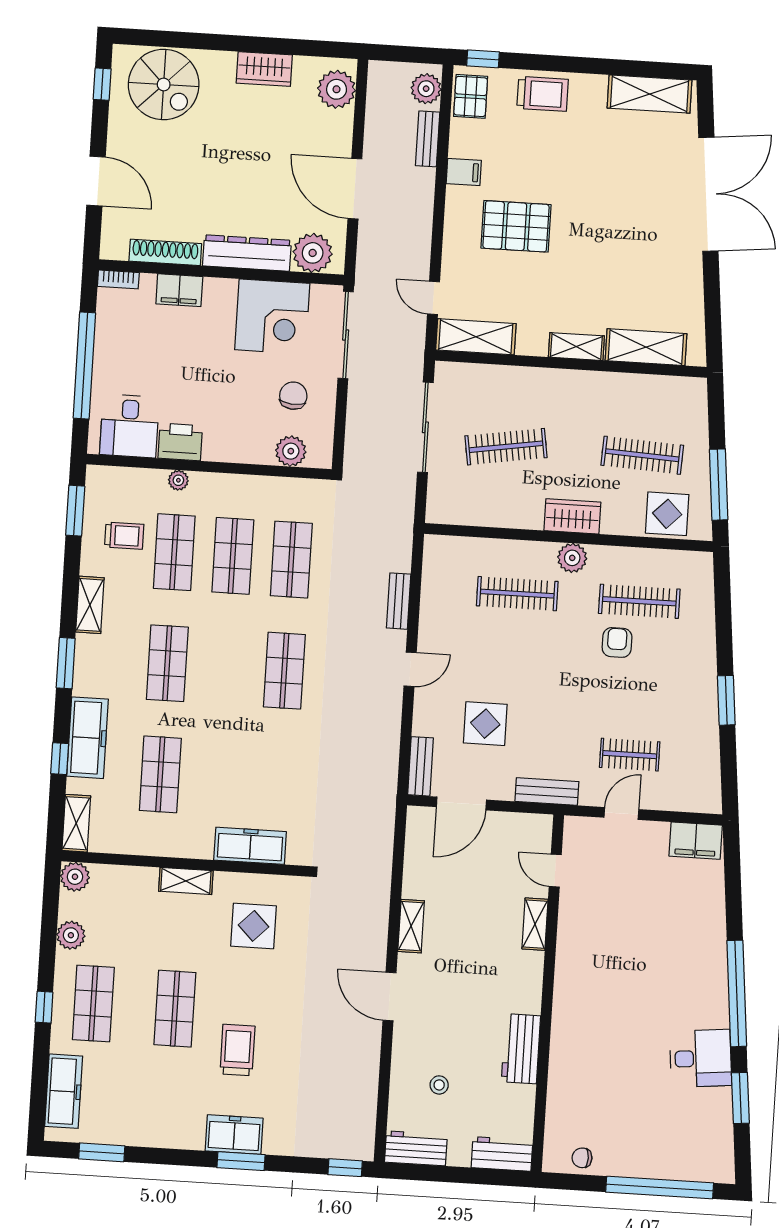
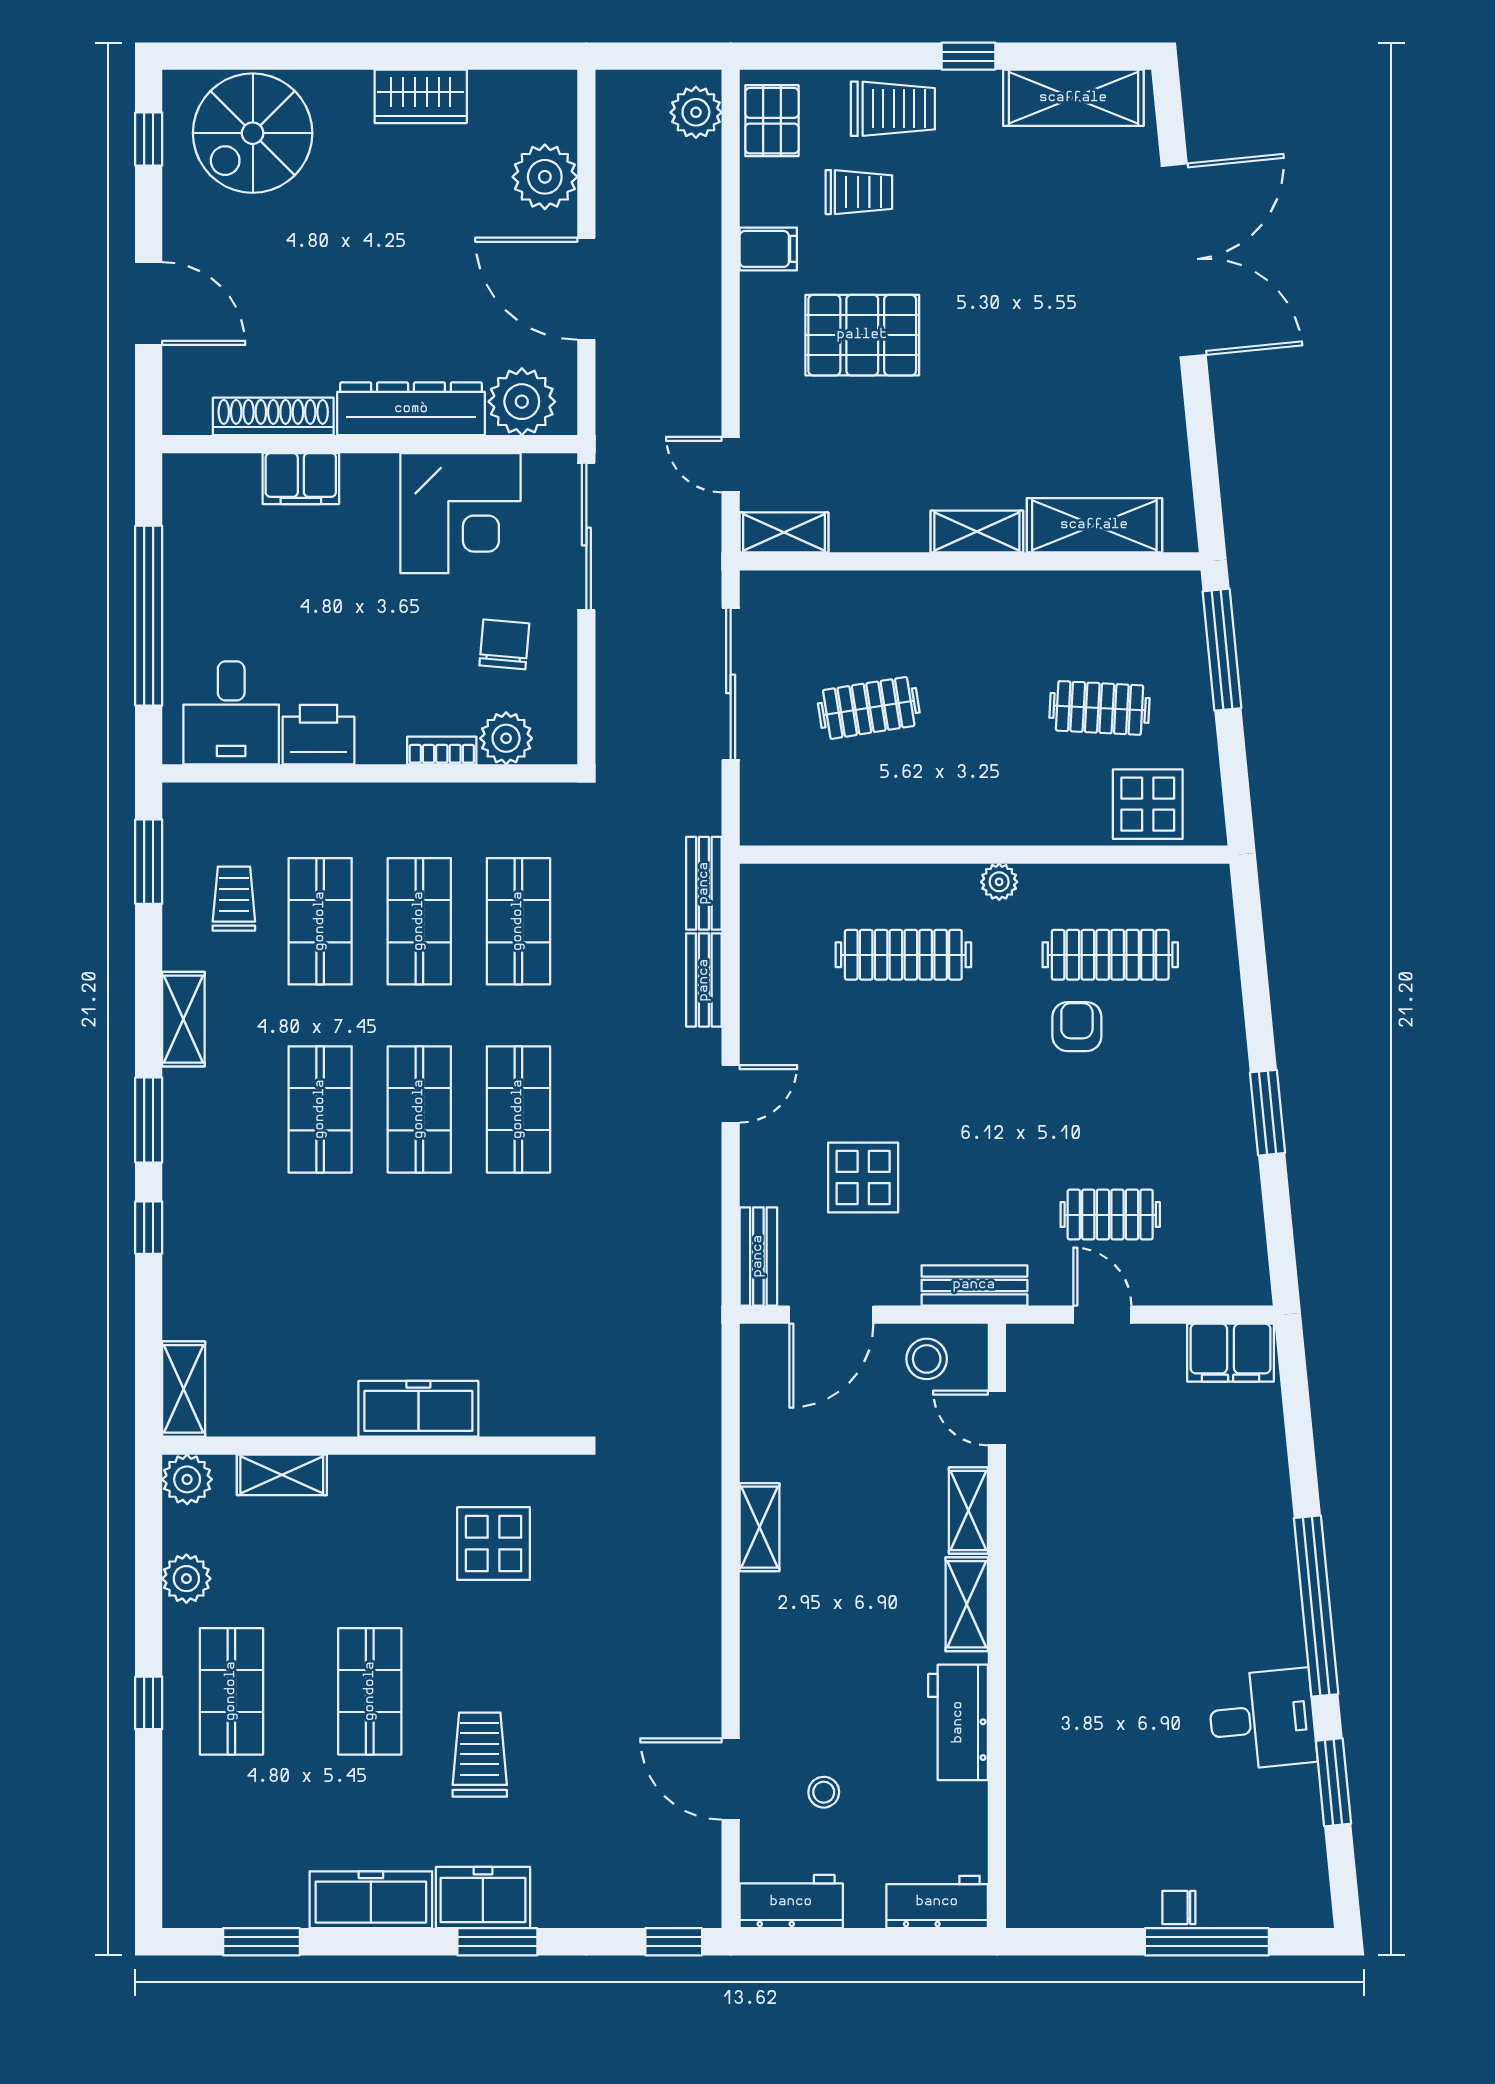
window: (483, 59) -> (968, 56), moved
spiral stairs: (164, 85) -> (253, 133), turned 90
plant: (337, 89) -> (545, 177), moved
bench: (428, 139) -> (704, 883), moved
trolley: (519, 142) -> (859, 192), added
bookcase: (118, 279) -> (442, 750), moved, turned 180
shelving: (476, 337) -> (784, 532), width x0.67, depth x0.75
clothes rail: (506, 447) -> (869, 708), width x0.73
clothes rail: (642, 455) -> (1100, 708), width x0.73
plant: (178, 480) -> (319, 799), removed
window: (719, 485) -> (1222, 650), moved
wardrobe: (572, 516) -> (988, 819), removed
trolley: (124, 536) -> (234, 899), turned -90
plant: (572, 558) -> (999, 882), width x0.73, depth x0.73
freezer: (87, 738) -> (193, 1243), removed
window: (60, 759) -> (149, 1228), moved
shop shelf: (160, 774) -> (419, 1109), moved
door: (621, 813) -> (1102, 1315), hinge flipped
stool: (516, 833) -> (927, 1359), added
freezer: (250, 846) -> (418, 1409), moved
shelving: (186, 881) -> (282, 1475), moved
shelving: (530, 979) -> (967, 1604), added
door: (390, 996) -> (731, 1779), moved
freezer: (64, 1091) -> (371, 1900), moved, turned -90
chair: (582, 1158) -> (1179, 1908), moved
window: (660, 1187) -> (1207, 1942), width x0.68

